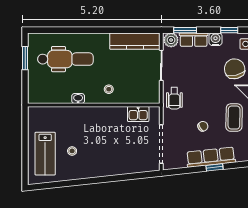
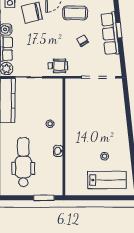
window: (25, 58) -> (44, 198), moved
kitchen sink: (138, 114) -> (72, 98), removed

